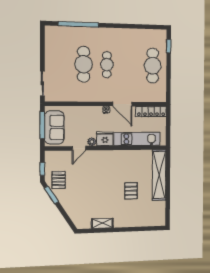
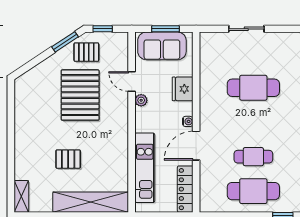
cafe table: (107, 65) -> (253, 157), moved
sliding door: (42, 83) -> (246, 29), moved
window: (42, 125) -> (166, 29), width x0.69
fridge: (105, 139) -> (183, 89), moved, turned 180
pallet: (88, 184) -> (80, 95), added
shelving: (102, 223) -> (21, 196), moved

